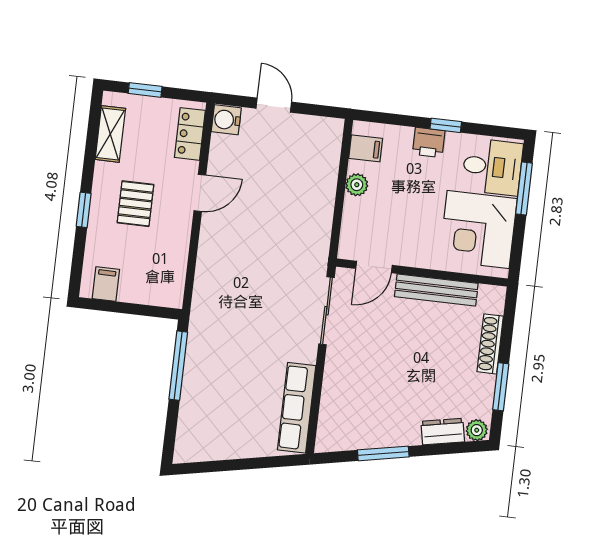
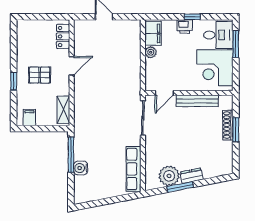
window: (145, 90) -> (38, 17), removed
water cooler: (226, 120) -> (81, 168), moved
shelving: (110, 134) -> (63, 110), moved
filing cabinet: (366, 148) -> (153, 33), width x2.00
pallet: (135, 204) -> (40, 75), turned 90
window: (501, 387) -> (236, 130), moved
plant: (477, 430) -> (169, 176), moved, width x1.87, depth x1.87
dresser: (443, 432) -> (192, 176), moved

